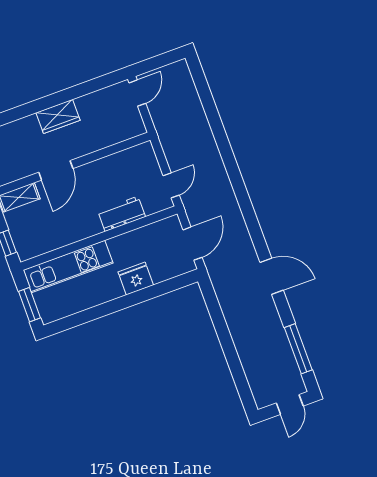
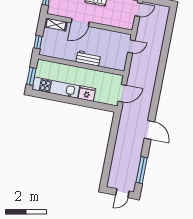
door: (171, 185) -> (131, 46), moved
workbench: (122, 214) -> (88, 58), moved
kitchen unit: (68, 266) -> (56, 88), moved, turned 180

